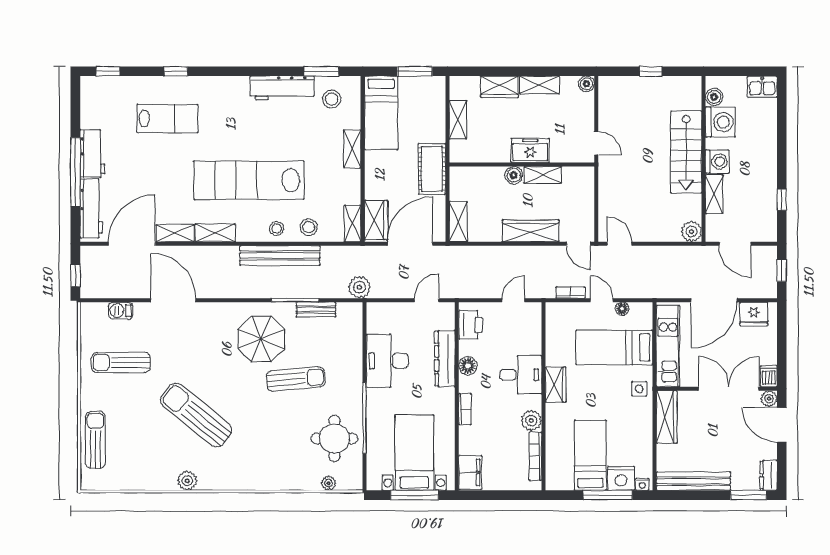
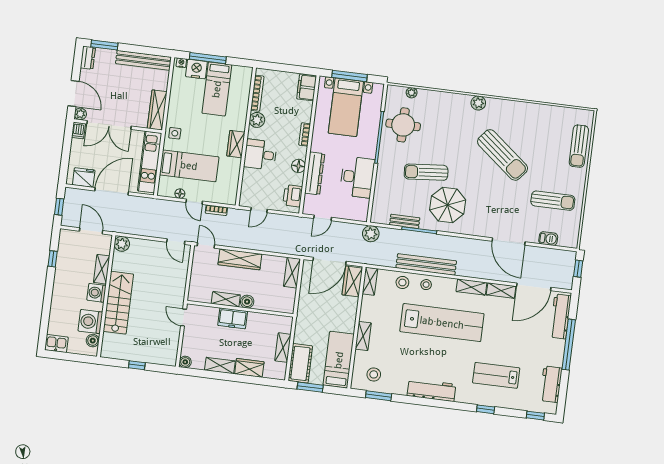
workbench: (282, 88) -> (432, 390), moved
workbench: (92, 154) -> (551, 384), moved
cot: (432, 169) -> (300, 363), moved
plant: (187, 481) -> (478, 103), moved

